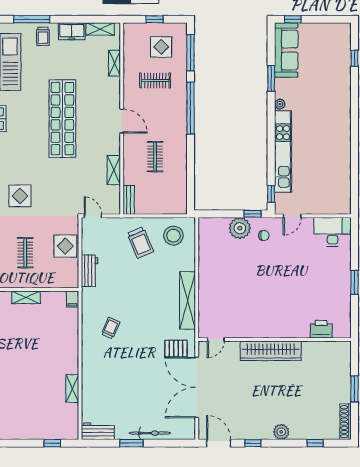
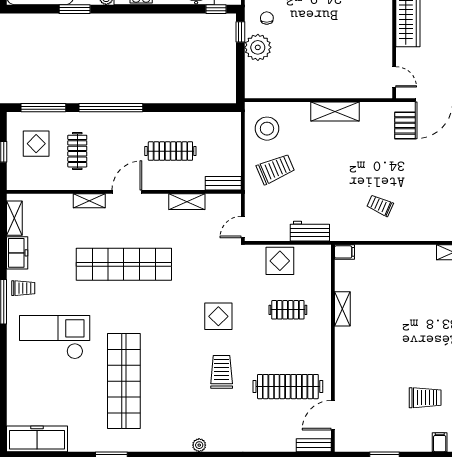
shelving: (114, 63) -> (89, 201), moved
clothes rail: (155, 157) -> (170, 151), width x1.36
shelving: (187, 300) -> (335, 111), width x0.68

